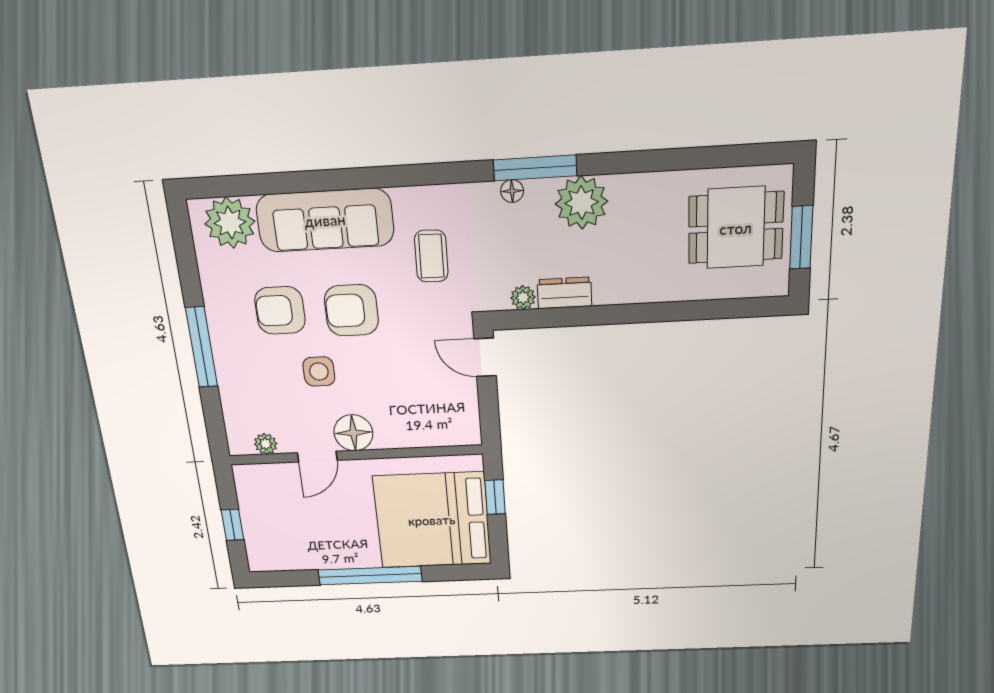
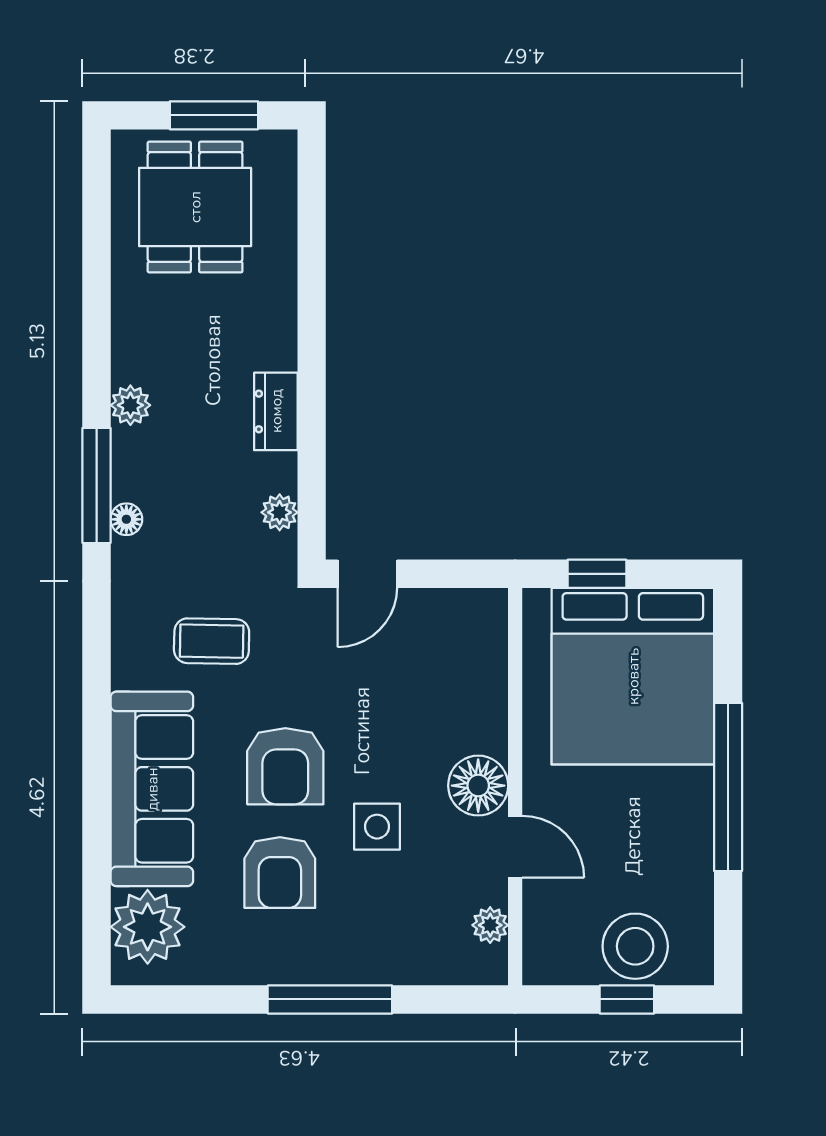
plant: (582, 203) -> (130, 405), width x0.53, depth x0.53
dresser: (565, 293) -> (276, 411), moved
stool: (266, 528) -> (635, 946), added

